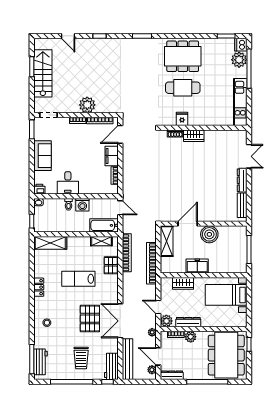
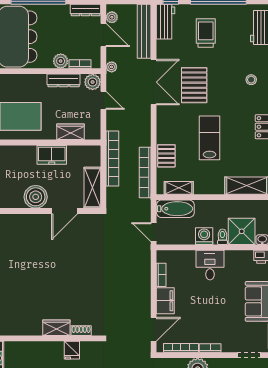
desk: (68, 183) -> (210, 265), moved
shower: (54, 208) -> (242, 231), added
lab bench: (78, 279) -> (209, 138), turned -90

